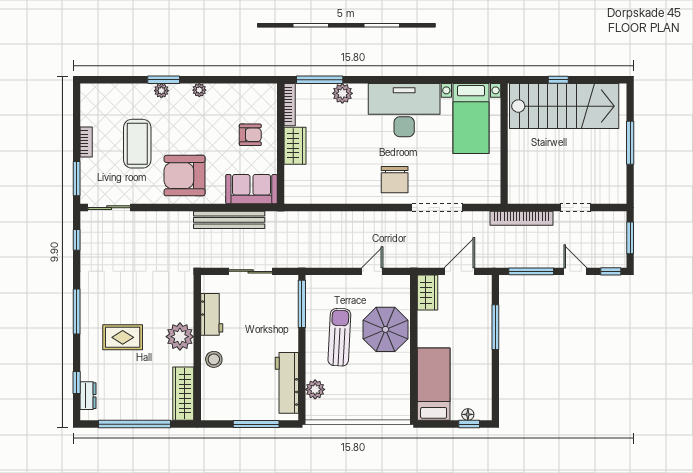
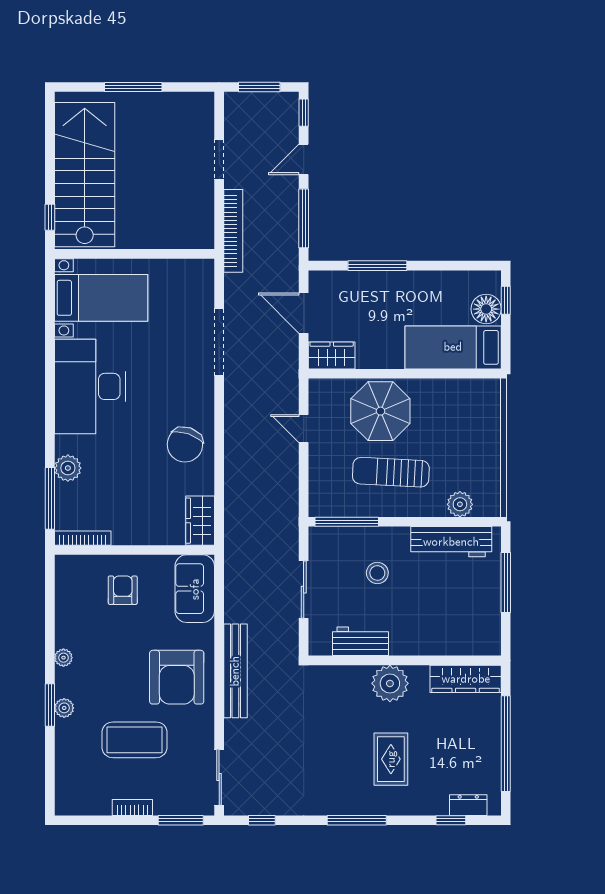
window: (558, 80) -> (50, 217), moved
wardrobe: (295, 146) -> (200, 521), moved, turned -90
chair: (395, 180) -> (185, 445), moved, turned 109
bench: (229, 220) -> (235, 671), moved
stool: (214, 359) -> (377, 573), moved
floor lamp: (468, 414) -> (486, 309), width x1.89, depth x1.89

